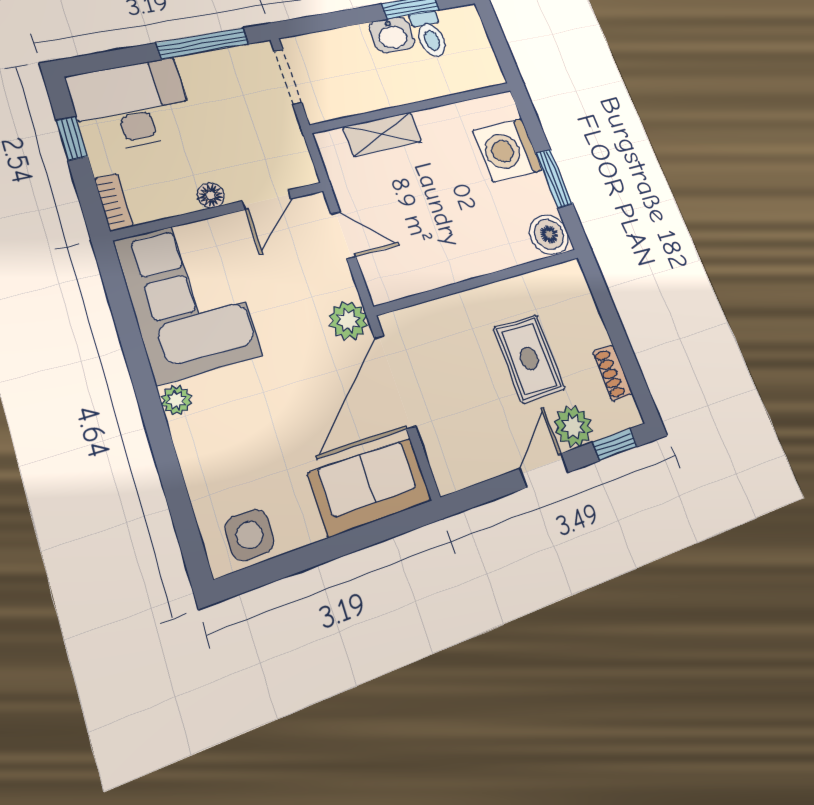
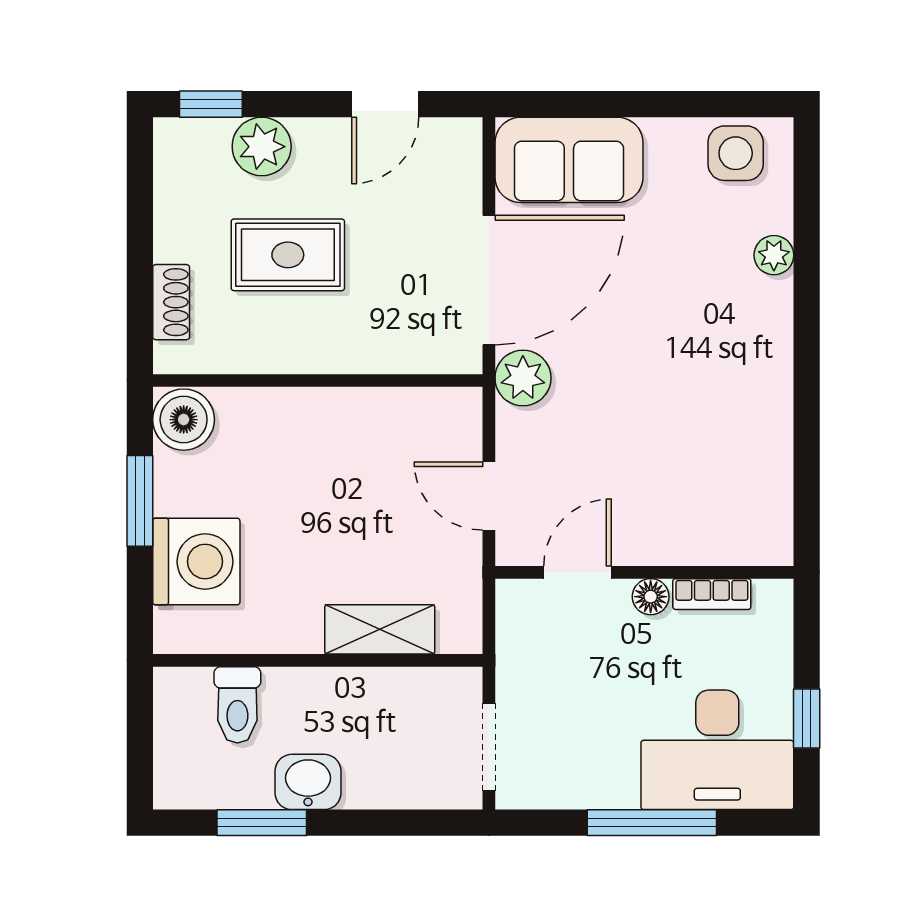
toilet: (430, 34) -> (237, 705), moved, turned 180
window: (203, 43) -> (652, 823), moved
bookcase: (114, 202) -> (712, 594), moved, turned -90
corner sofa: (188, 298) -> (722, 465), removed
rug: (529, 358) -> (288, 255), turned 90
shoe rack: (613, 373) -> (171, 302), moved
plant: (176, 400) -> (774, 255), moved
door: (544, 471) -> (385, 104), moved

